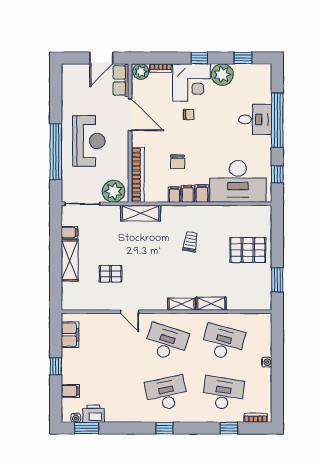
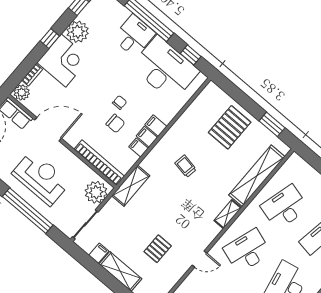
chair: (189, 115) -> (120, 102), moved
desk: (238, 181) -> (165, 69), moved, turned -90
shelving: (211, 304) -> (257, 176), width x2.20, depth x1.33

